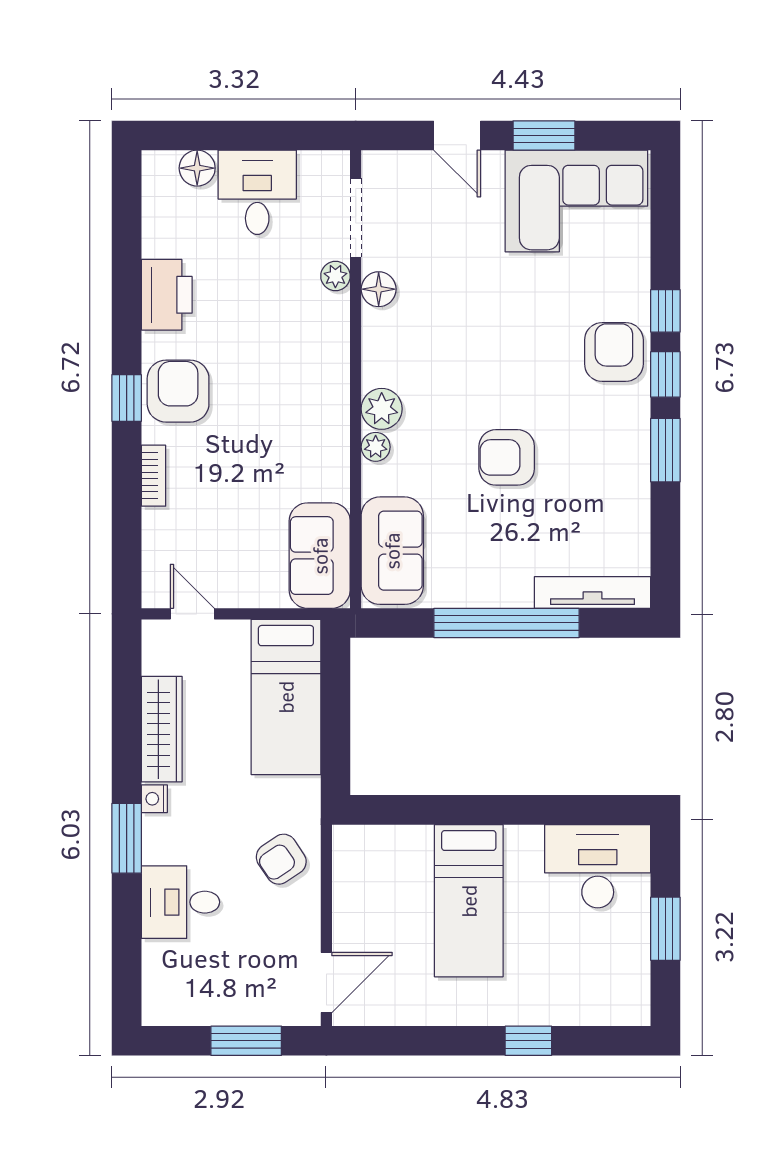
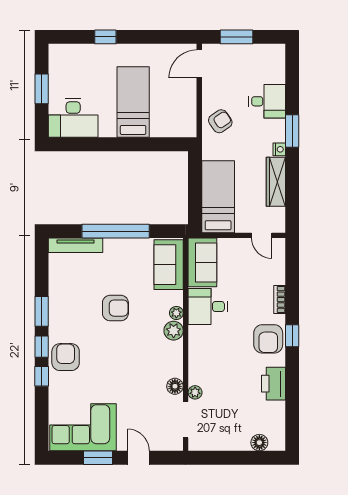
desk: (257, 192) -> (208, 306), moved, turned 90
armchair: (614, 352) -> (66, 357), turned 180

